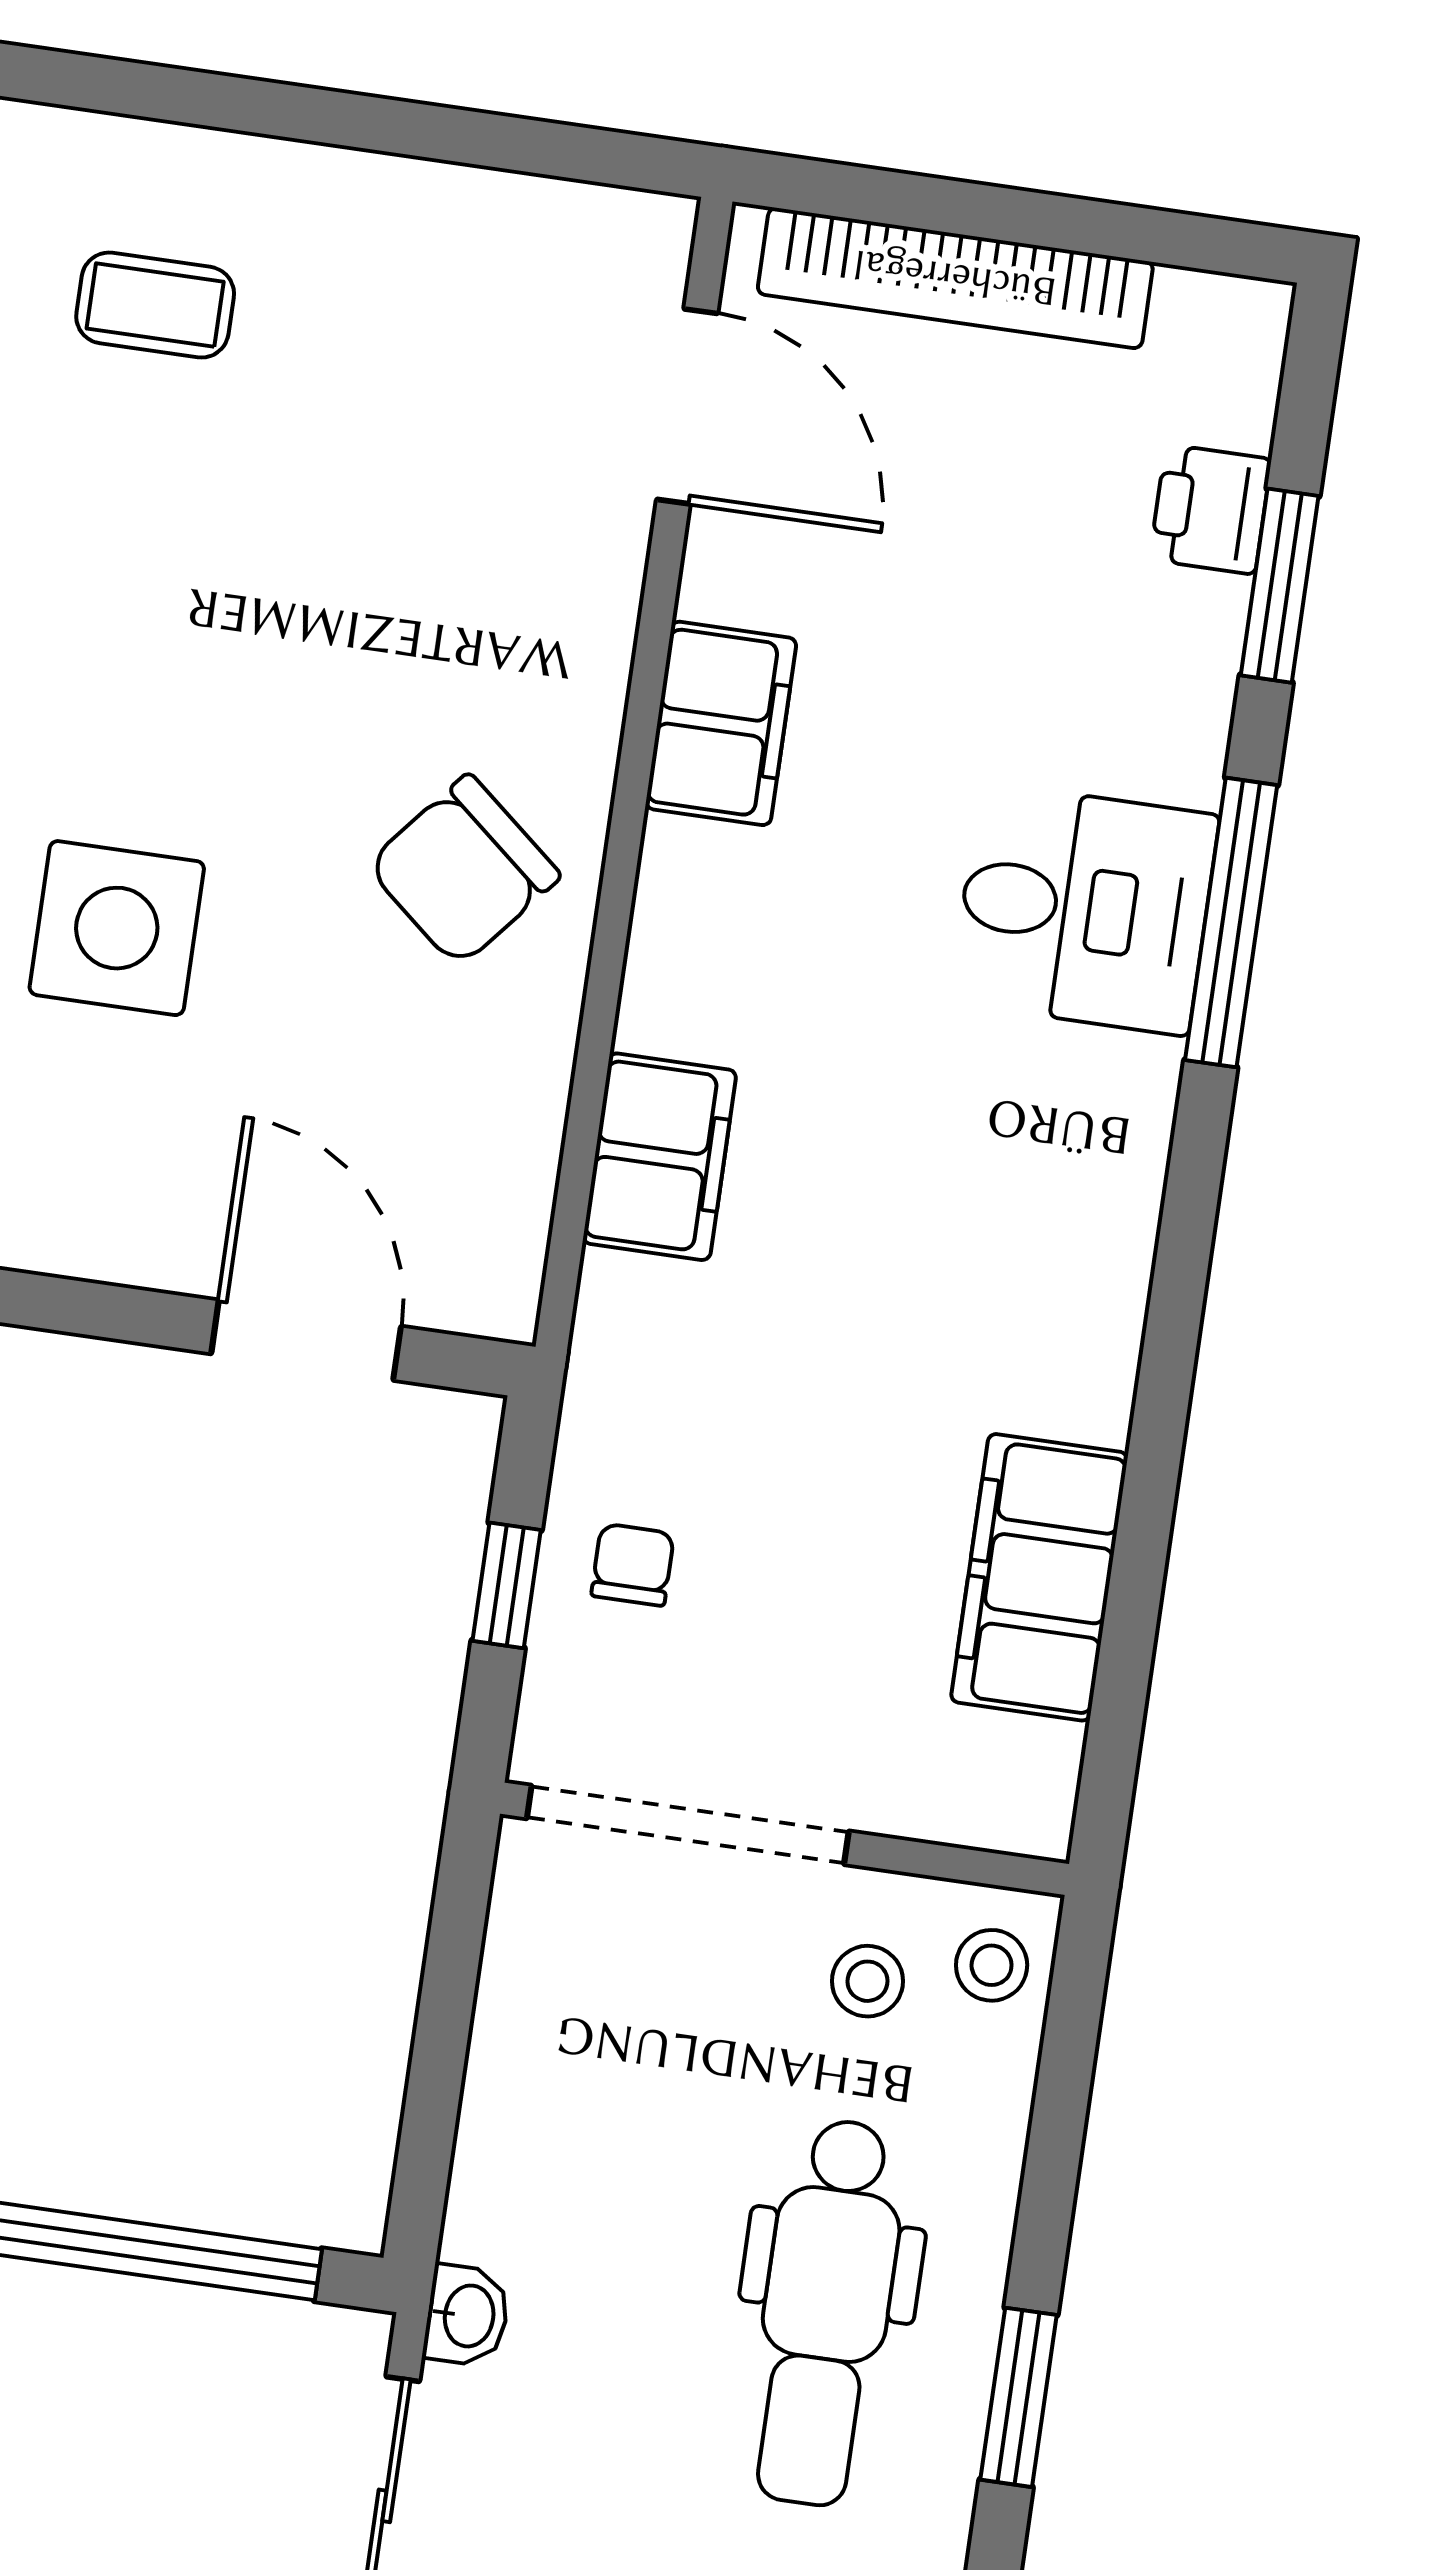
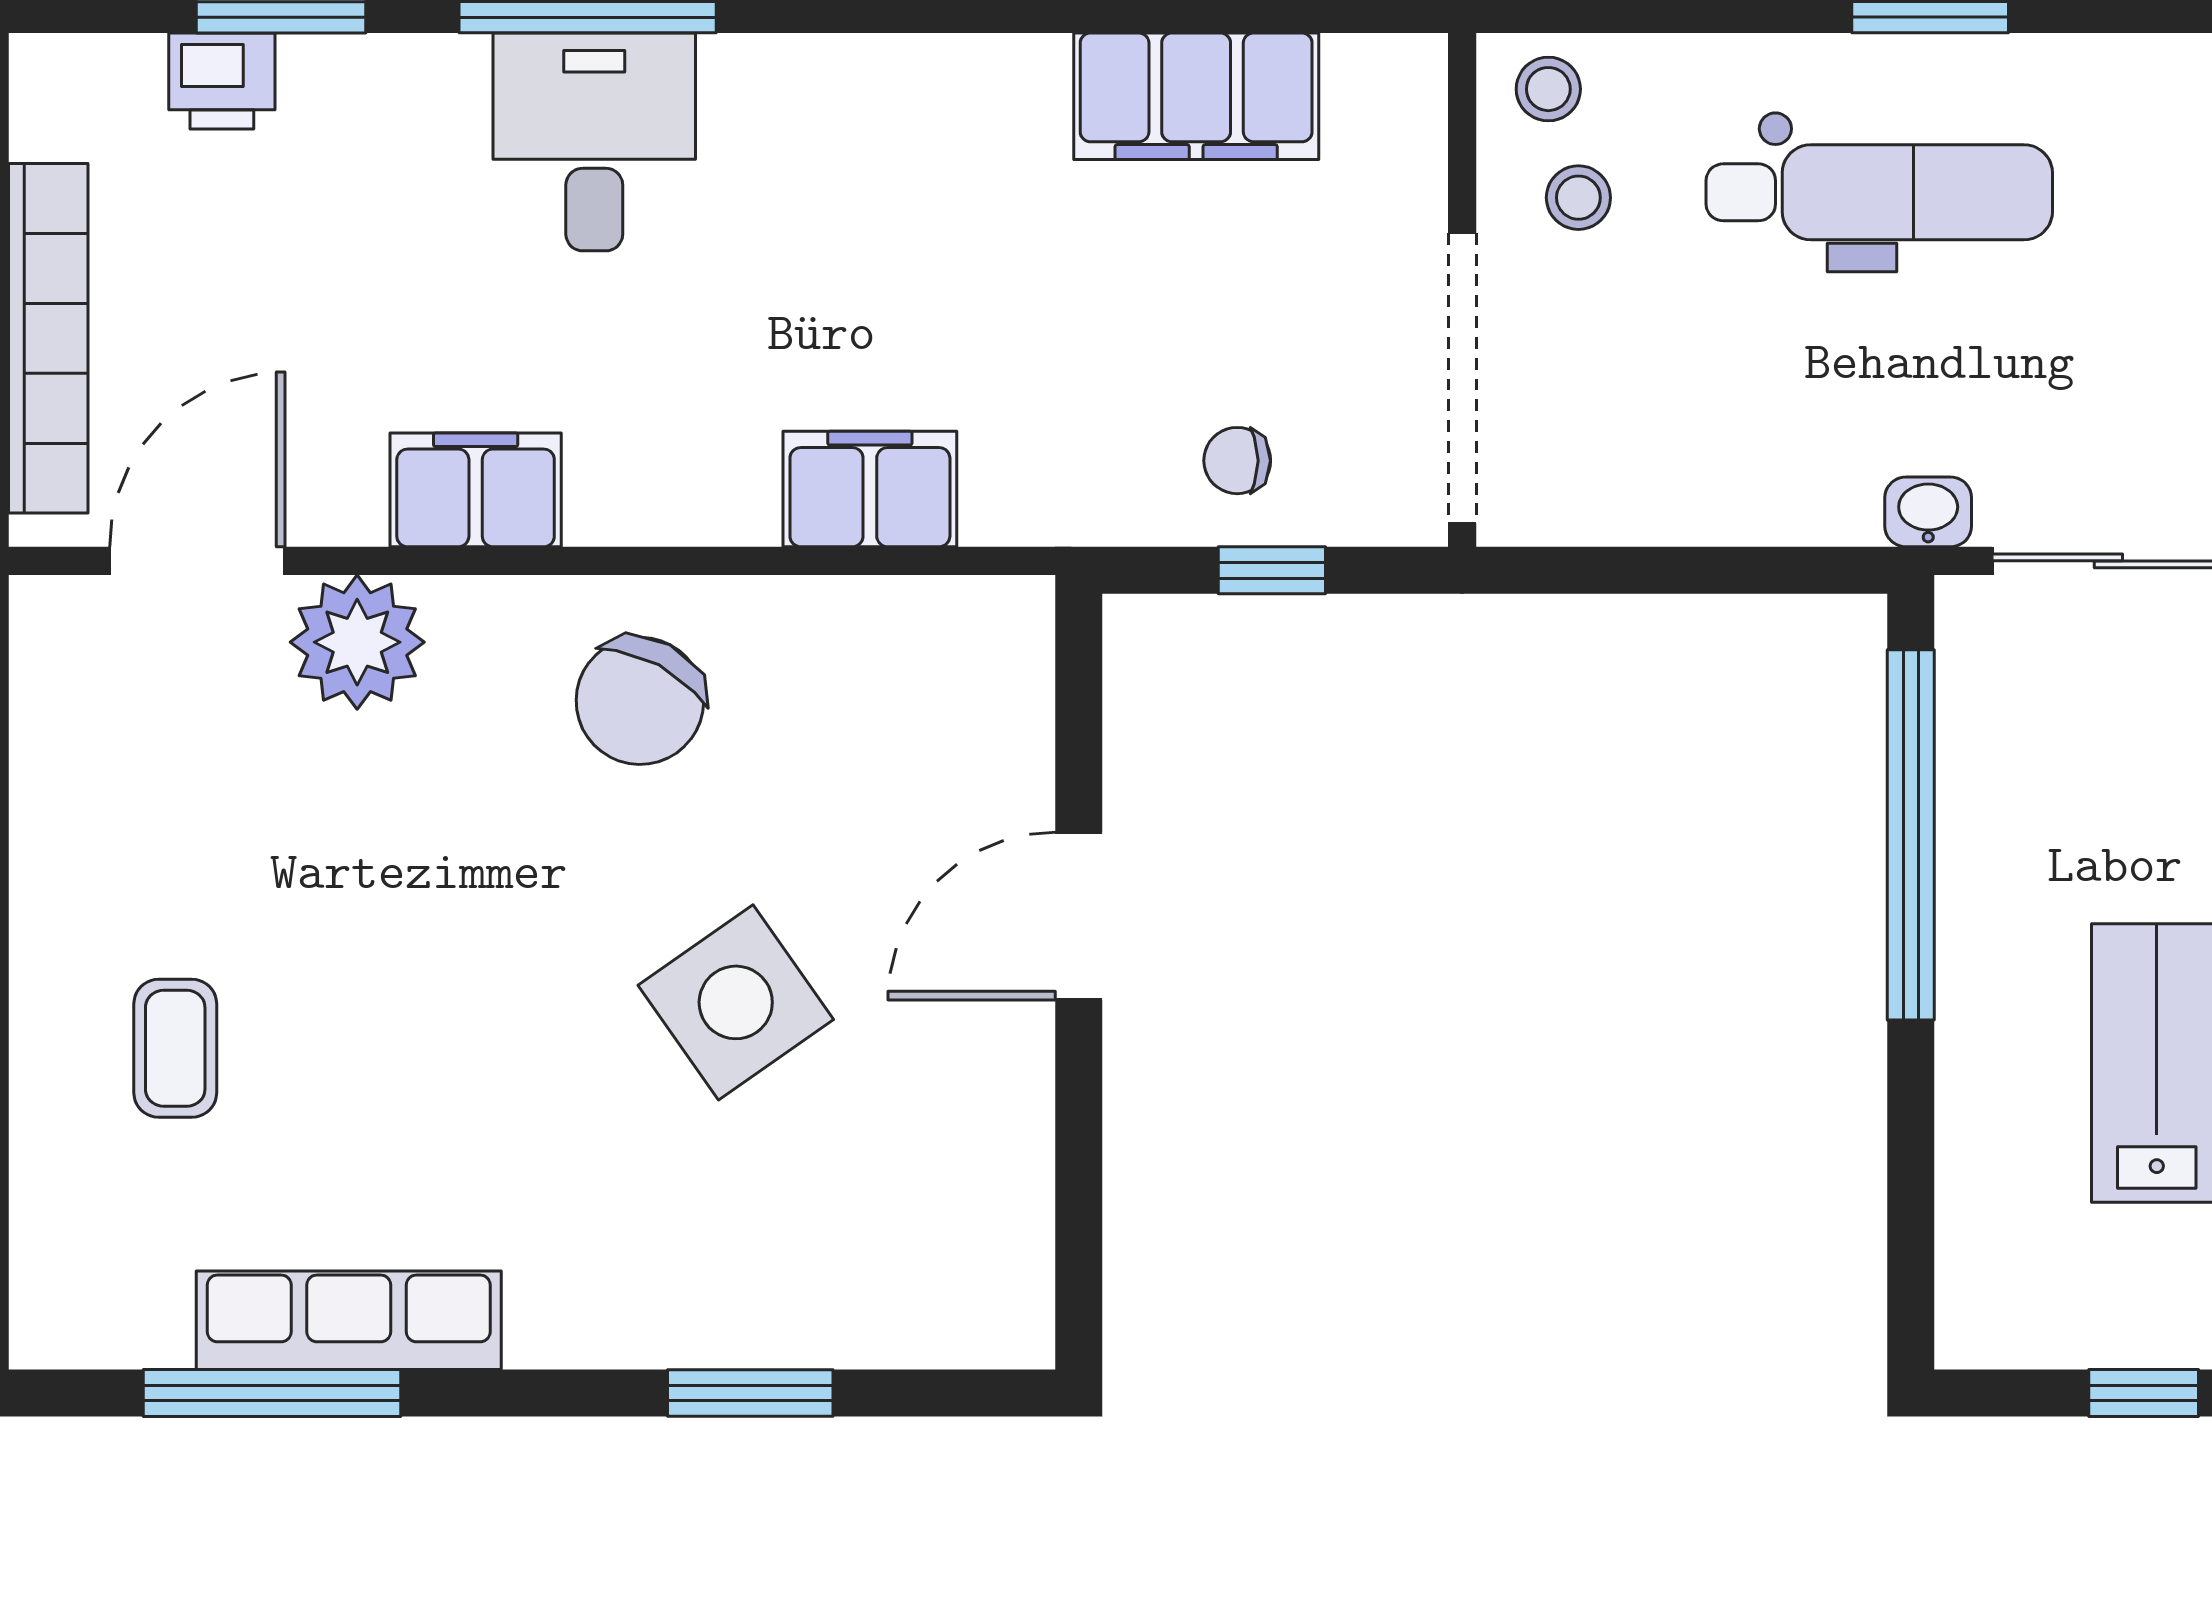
plant: (572, 569) -> (357, 642), added
chair: (463, 871) -> (640, 701), turned 78
side table: (117, 928) -> (736, 1002), turned -35
door: (306, 1340) -> (1079, 916), moved

